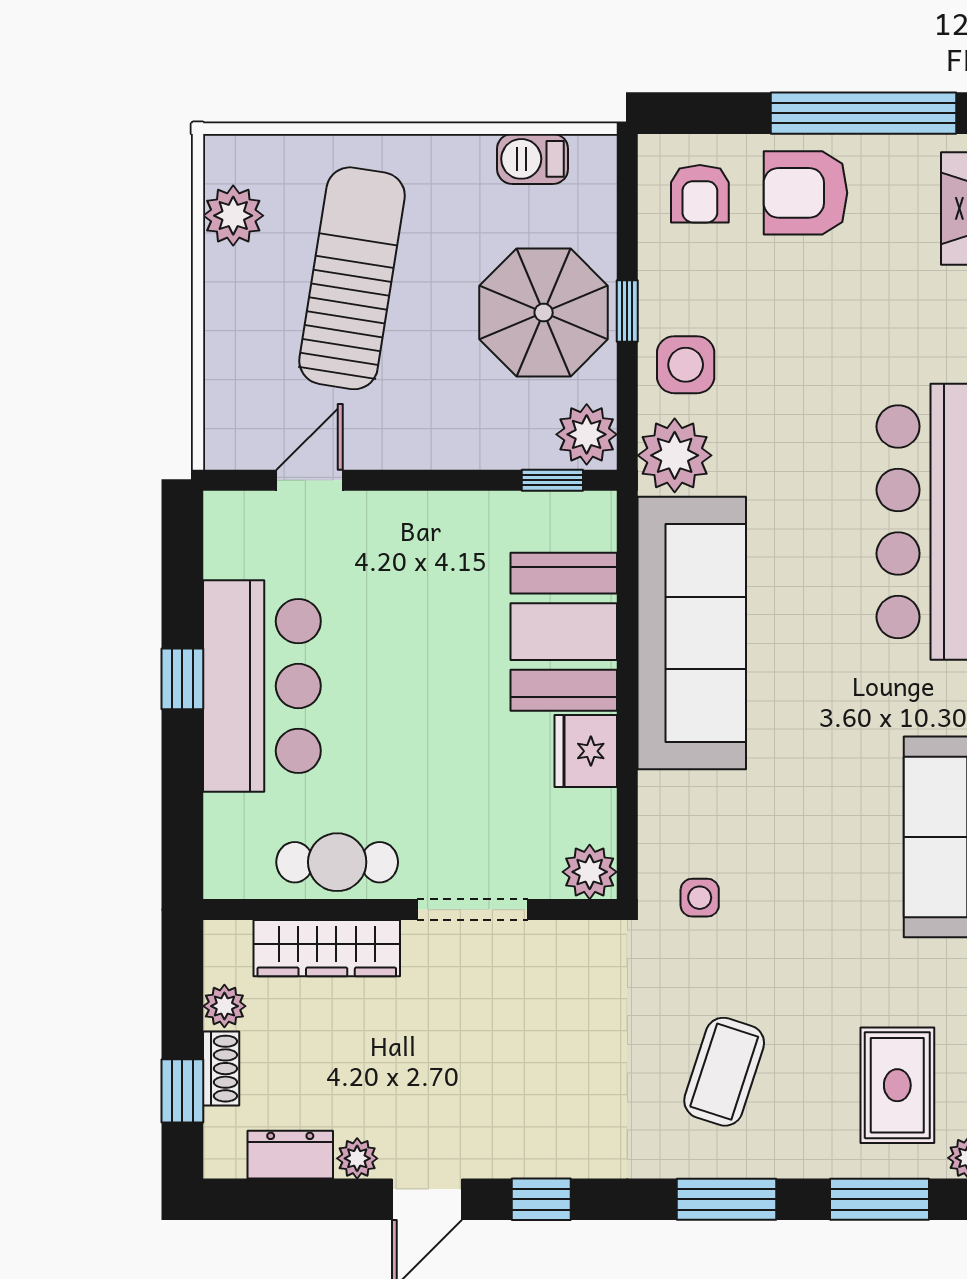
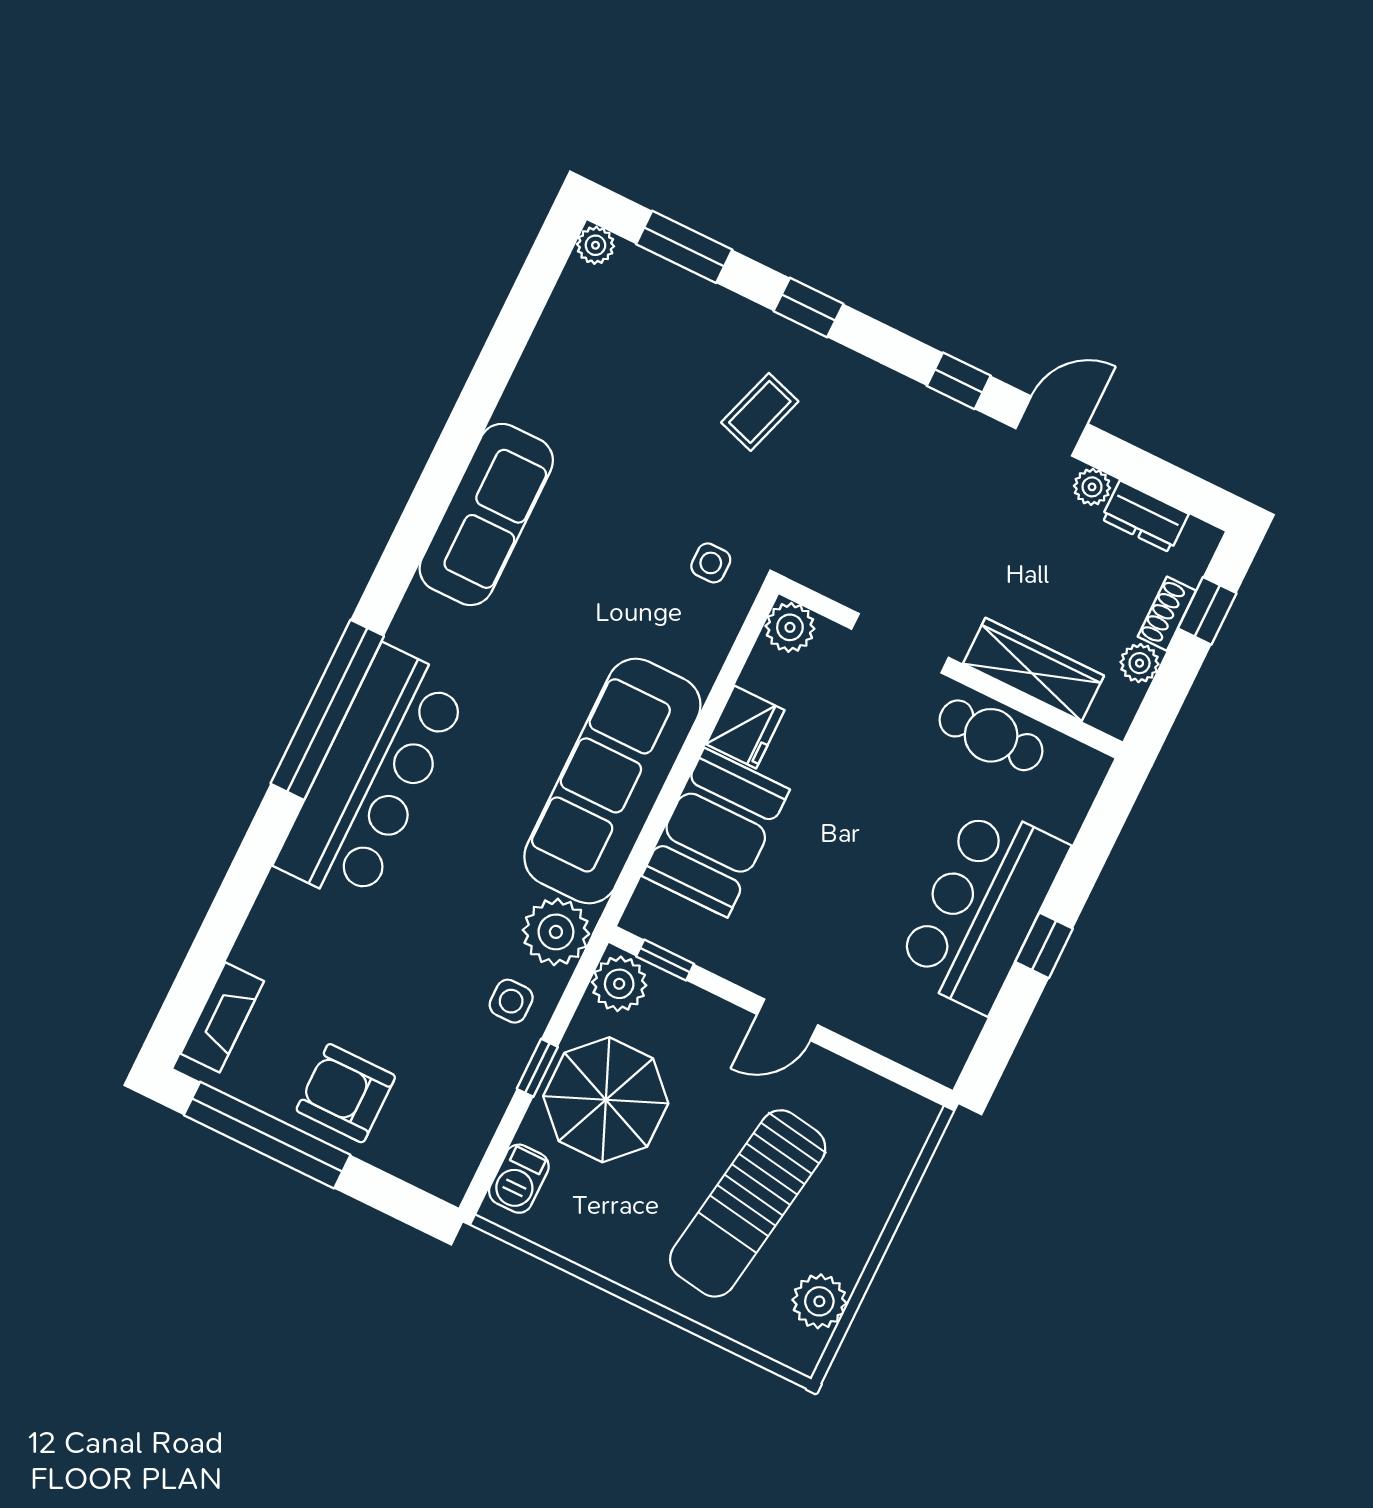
barbecue: (533, 159) -> (519, 1179), moved, turned 90
armchair: (805, 193) -> (346, 1093), turned 180
armchair: (700, 194) -> (432, 1134), removed
side table: (686, 365) -> (511, 1001), width x0.73, depth x0.73
door: (309, 480) -> (787, 1020), moved
coffee table: (724, 1072) -> (760, 412), width x0.73, depth x0.77
rug: (897, 1085) -> (625, 332), removed
window: (726, 1199) -> (808, 308), width x0.67

